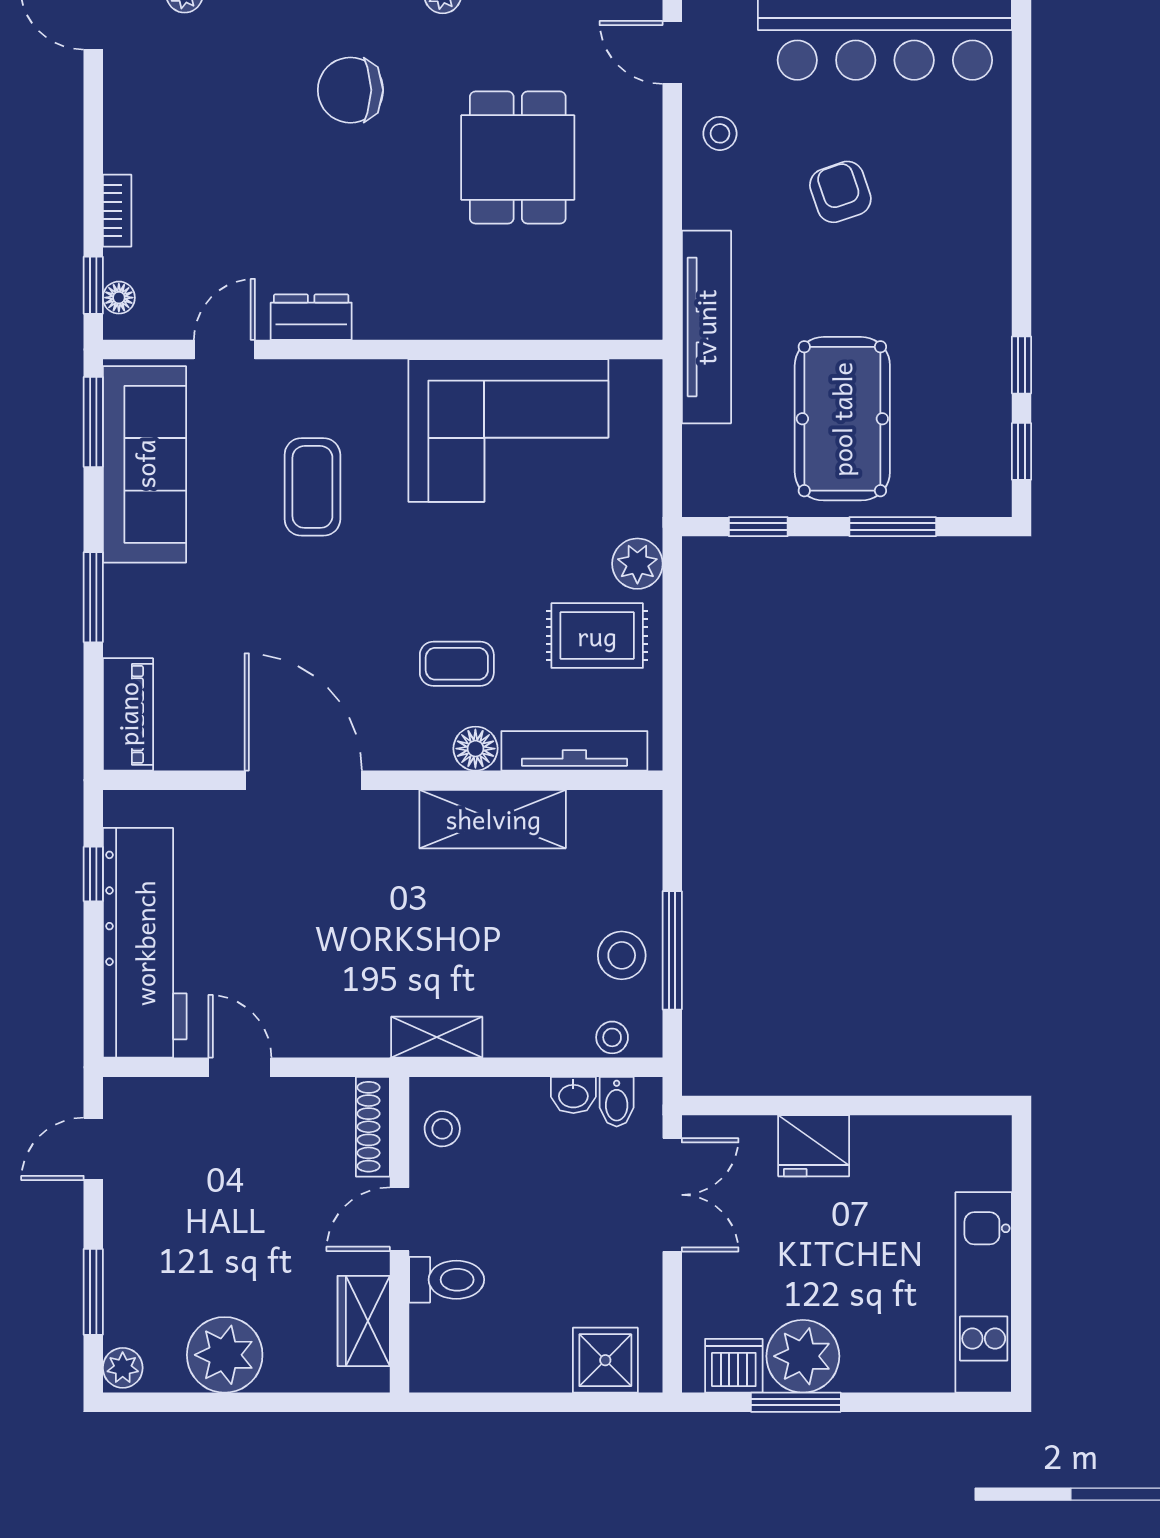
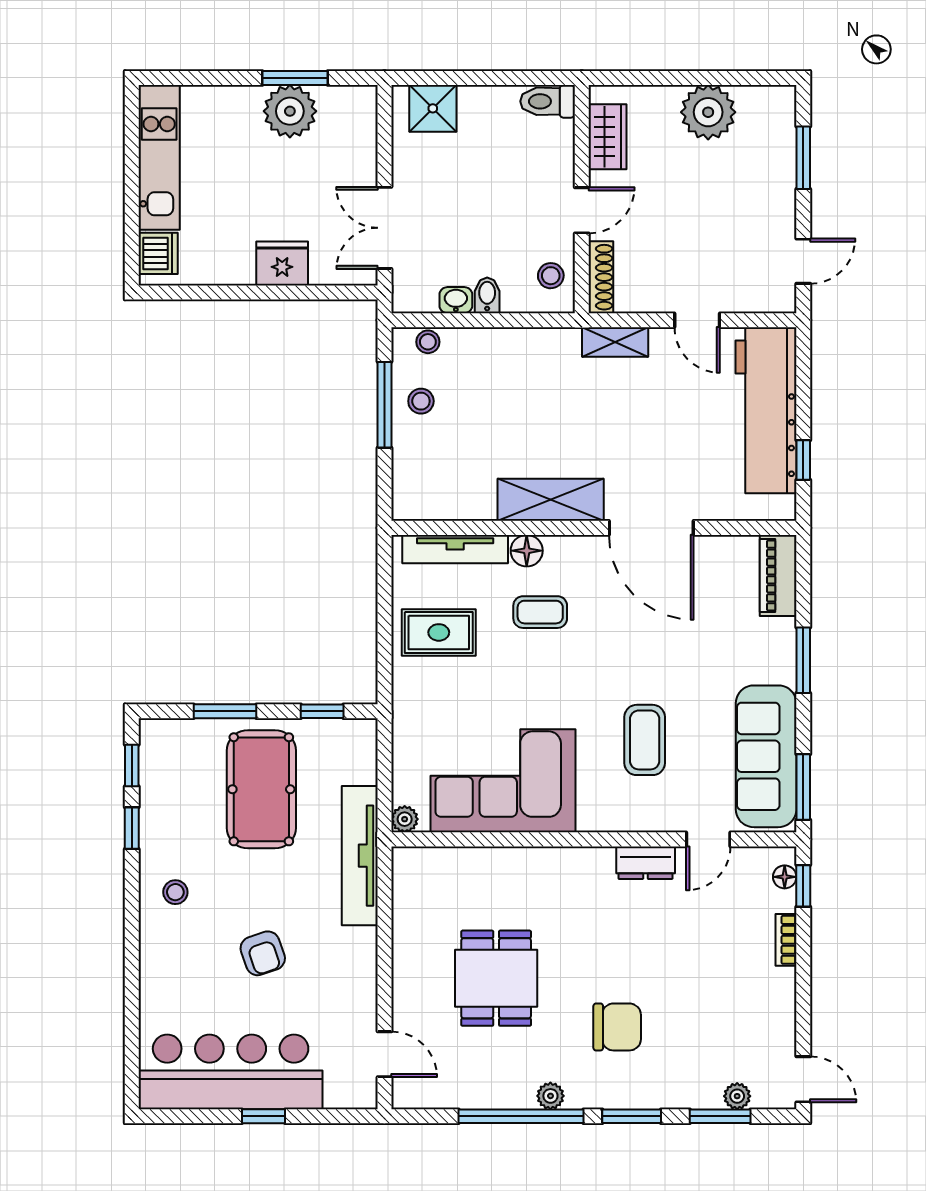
stool: (720, 133) -> (175, 892), moved
plant: (637, 564) -> (405, 819), moved, width x0.73, depth x0.73
shelving: (493, 819) -> (551, 500), moved
stool: (622, 955) -> (421, 401), width x0.73, depth x0.73
shelving: (437, 1037) -> (615, 342), moved
bidet: (617, 1102) -> (487, 295), moved
toilet: (447, 1280) -> (548, 101), moved
dishwasher: (734, 1366) -> (158, 253), moved, turned -90
plant: (123, 1368) -> (782, 103), removed

